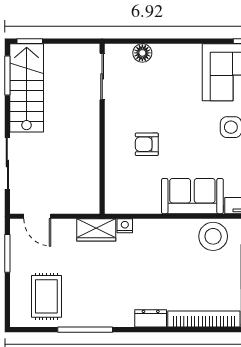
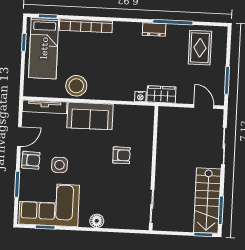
floor lamp: (142, 53) -> (97, 221), moved
dresser: (151, 318) -> (154, 29), moved

